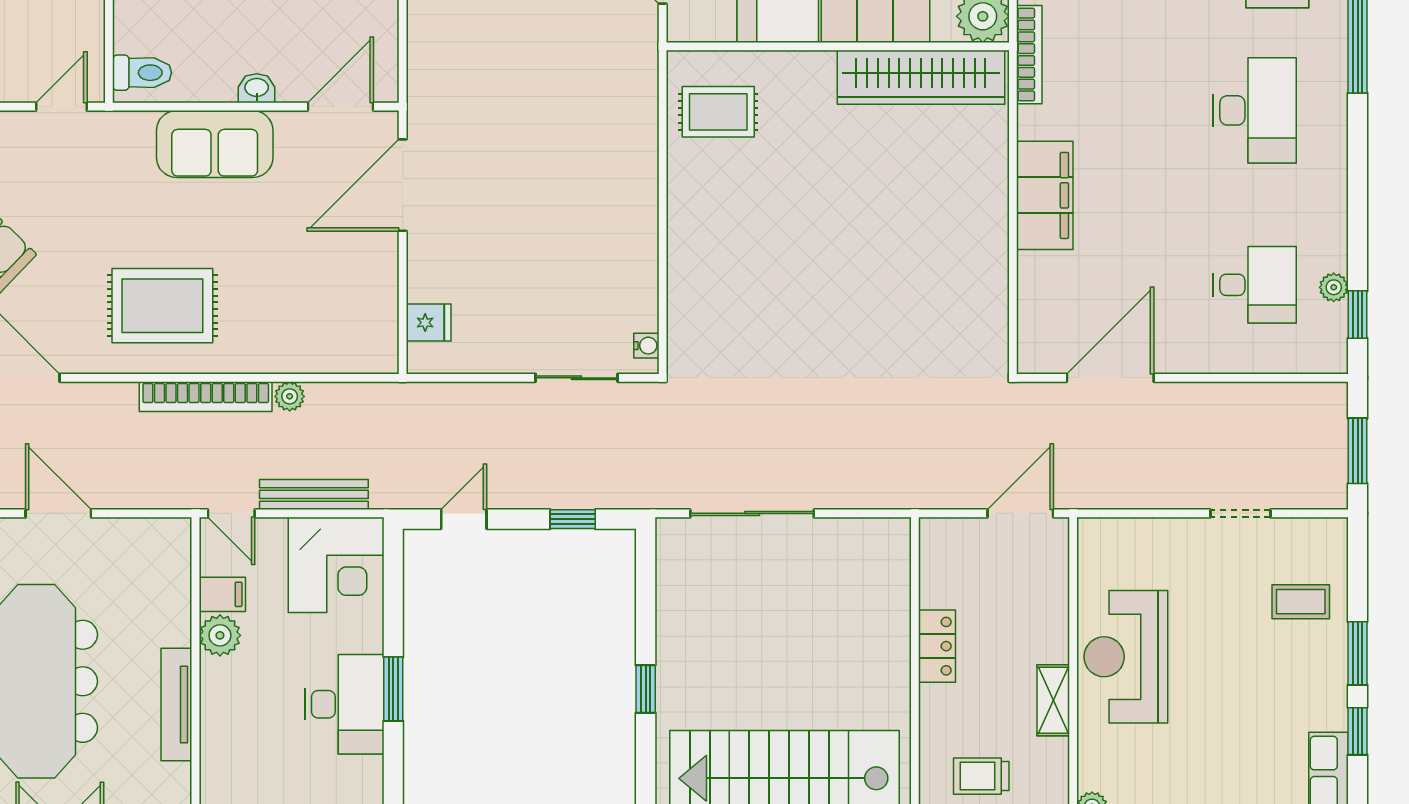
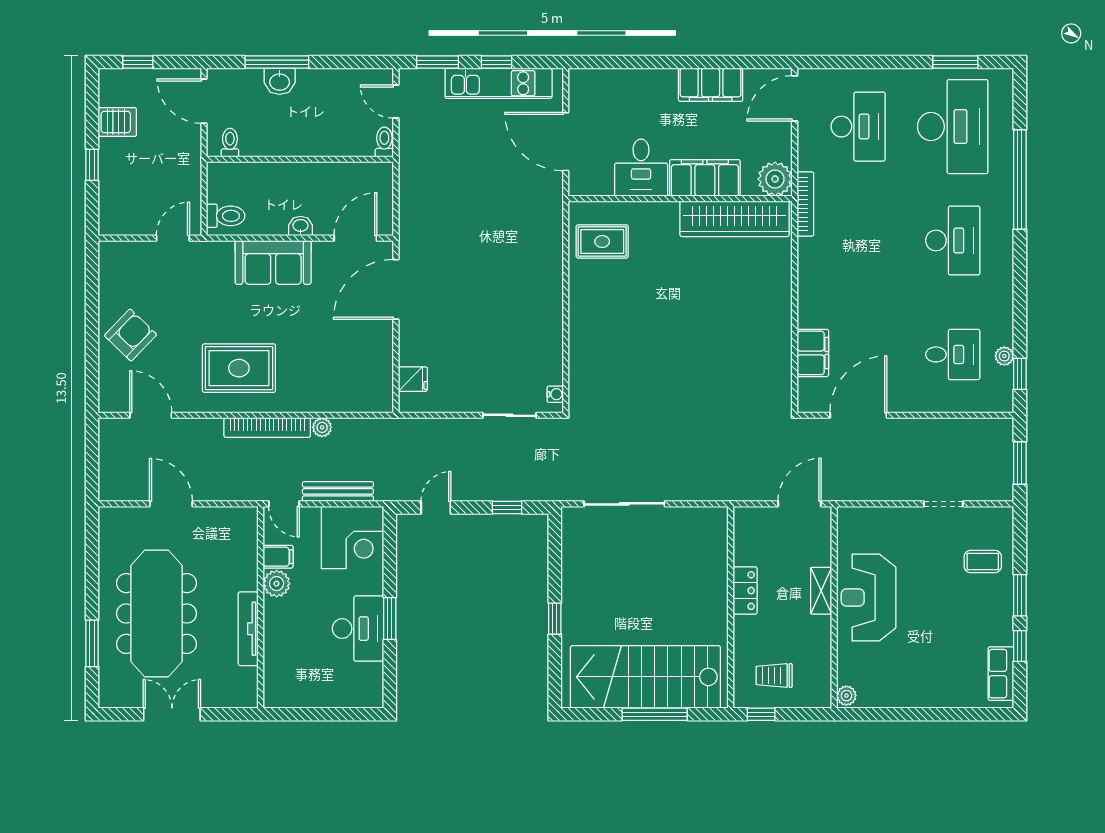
filing cabinet: (1045, 195) -> (813, 353), moved, width x0.67, depth x0.86
shelving: (1053, 700) -> (821, 591), moved

